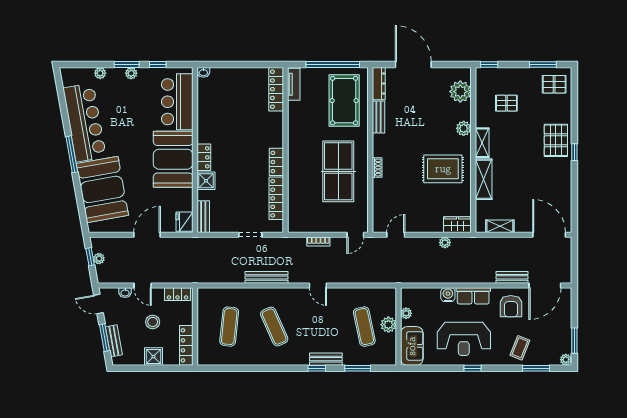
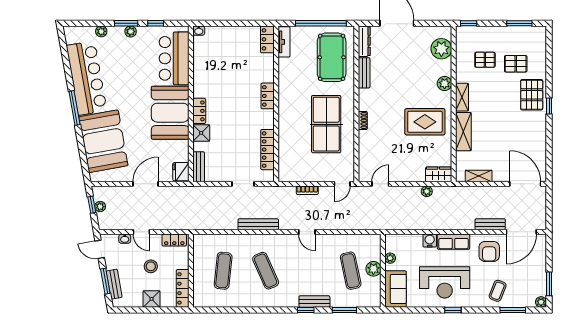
pallet: (554, 84) -> (516, 64), moved
locker: (276, 89) -> (267, 39), width x0.66
locker: (276, 162) -> (268, 96), moved

